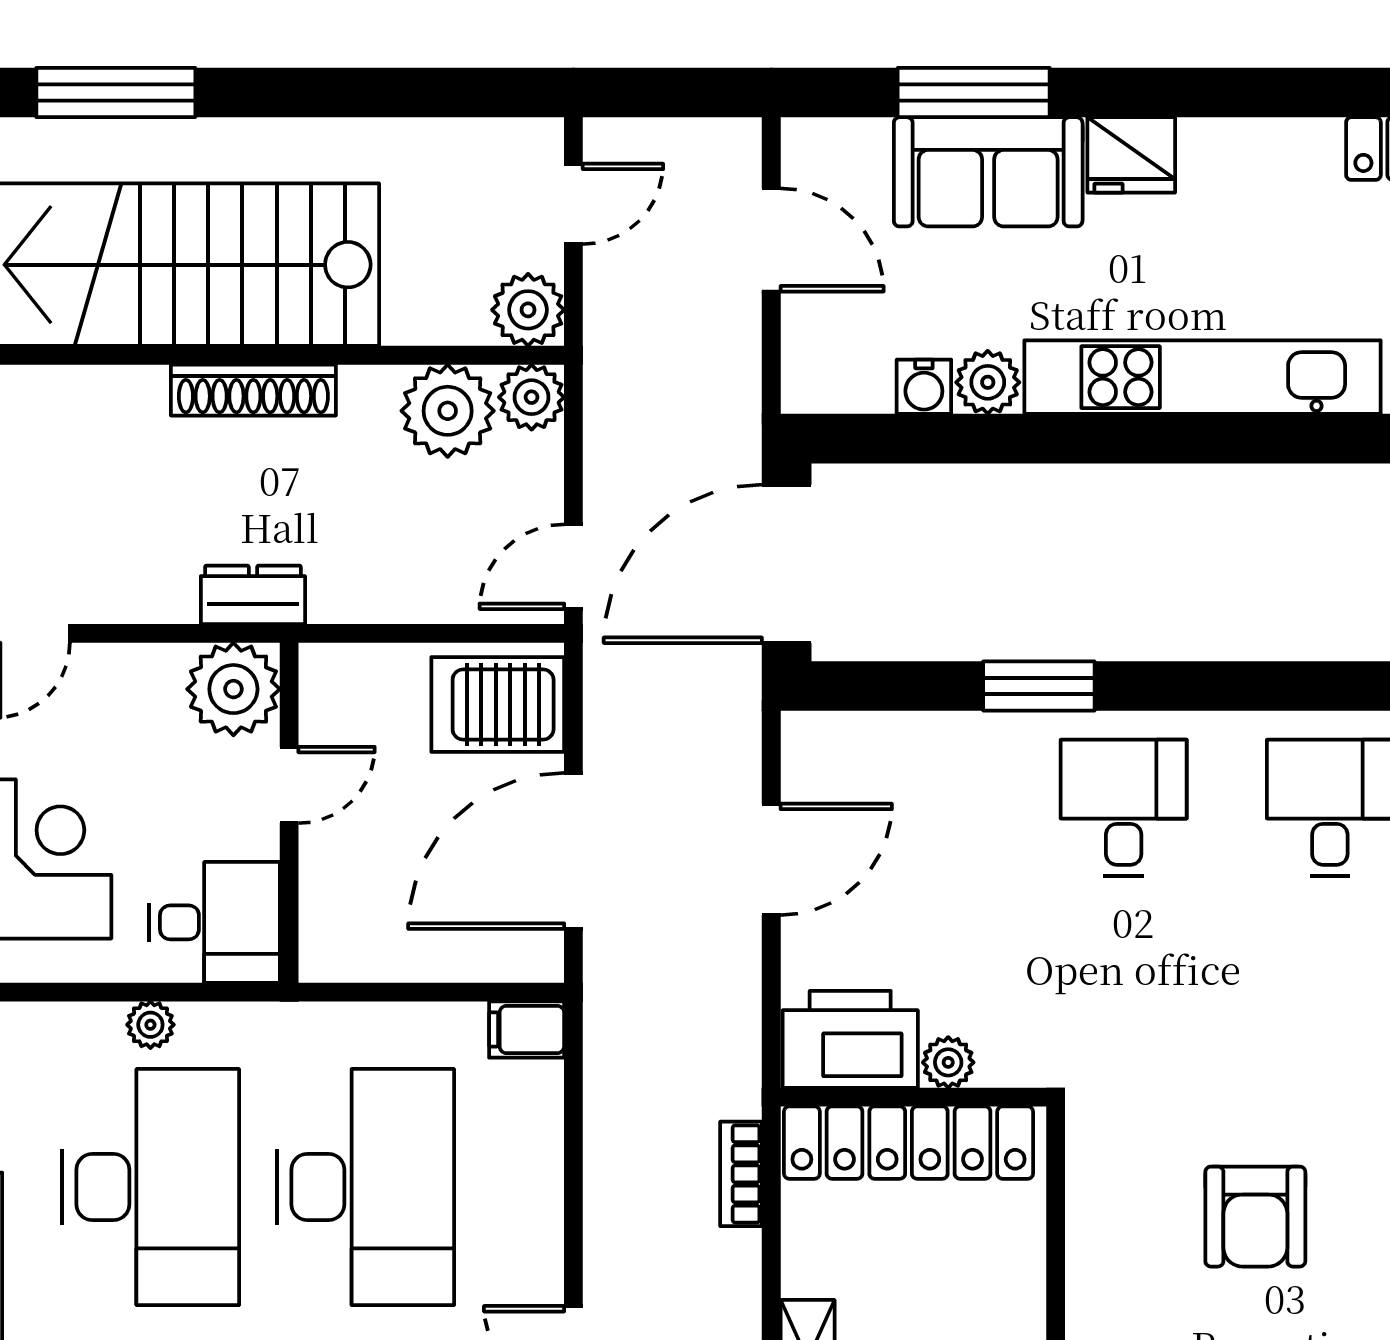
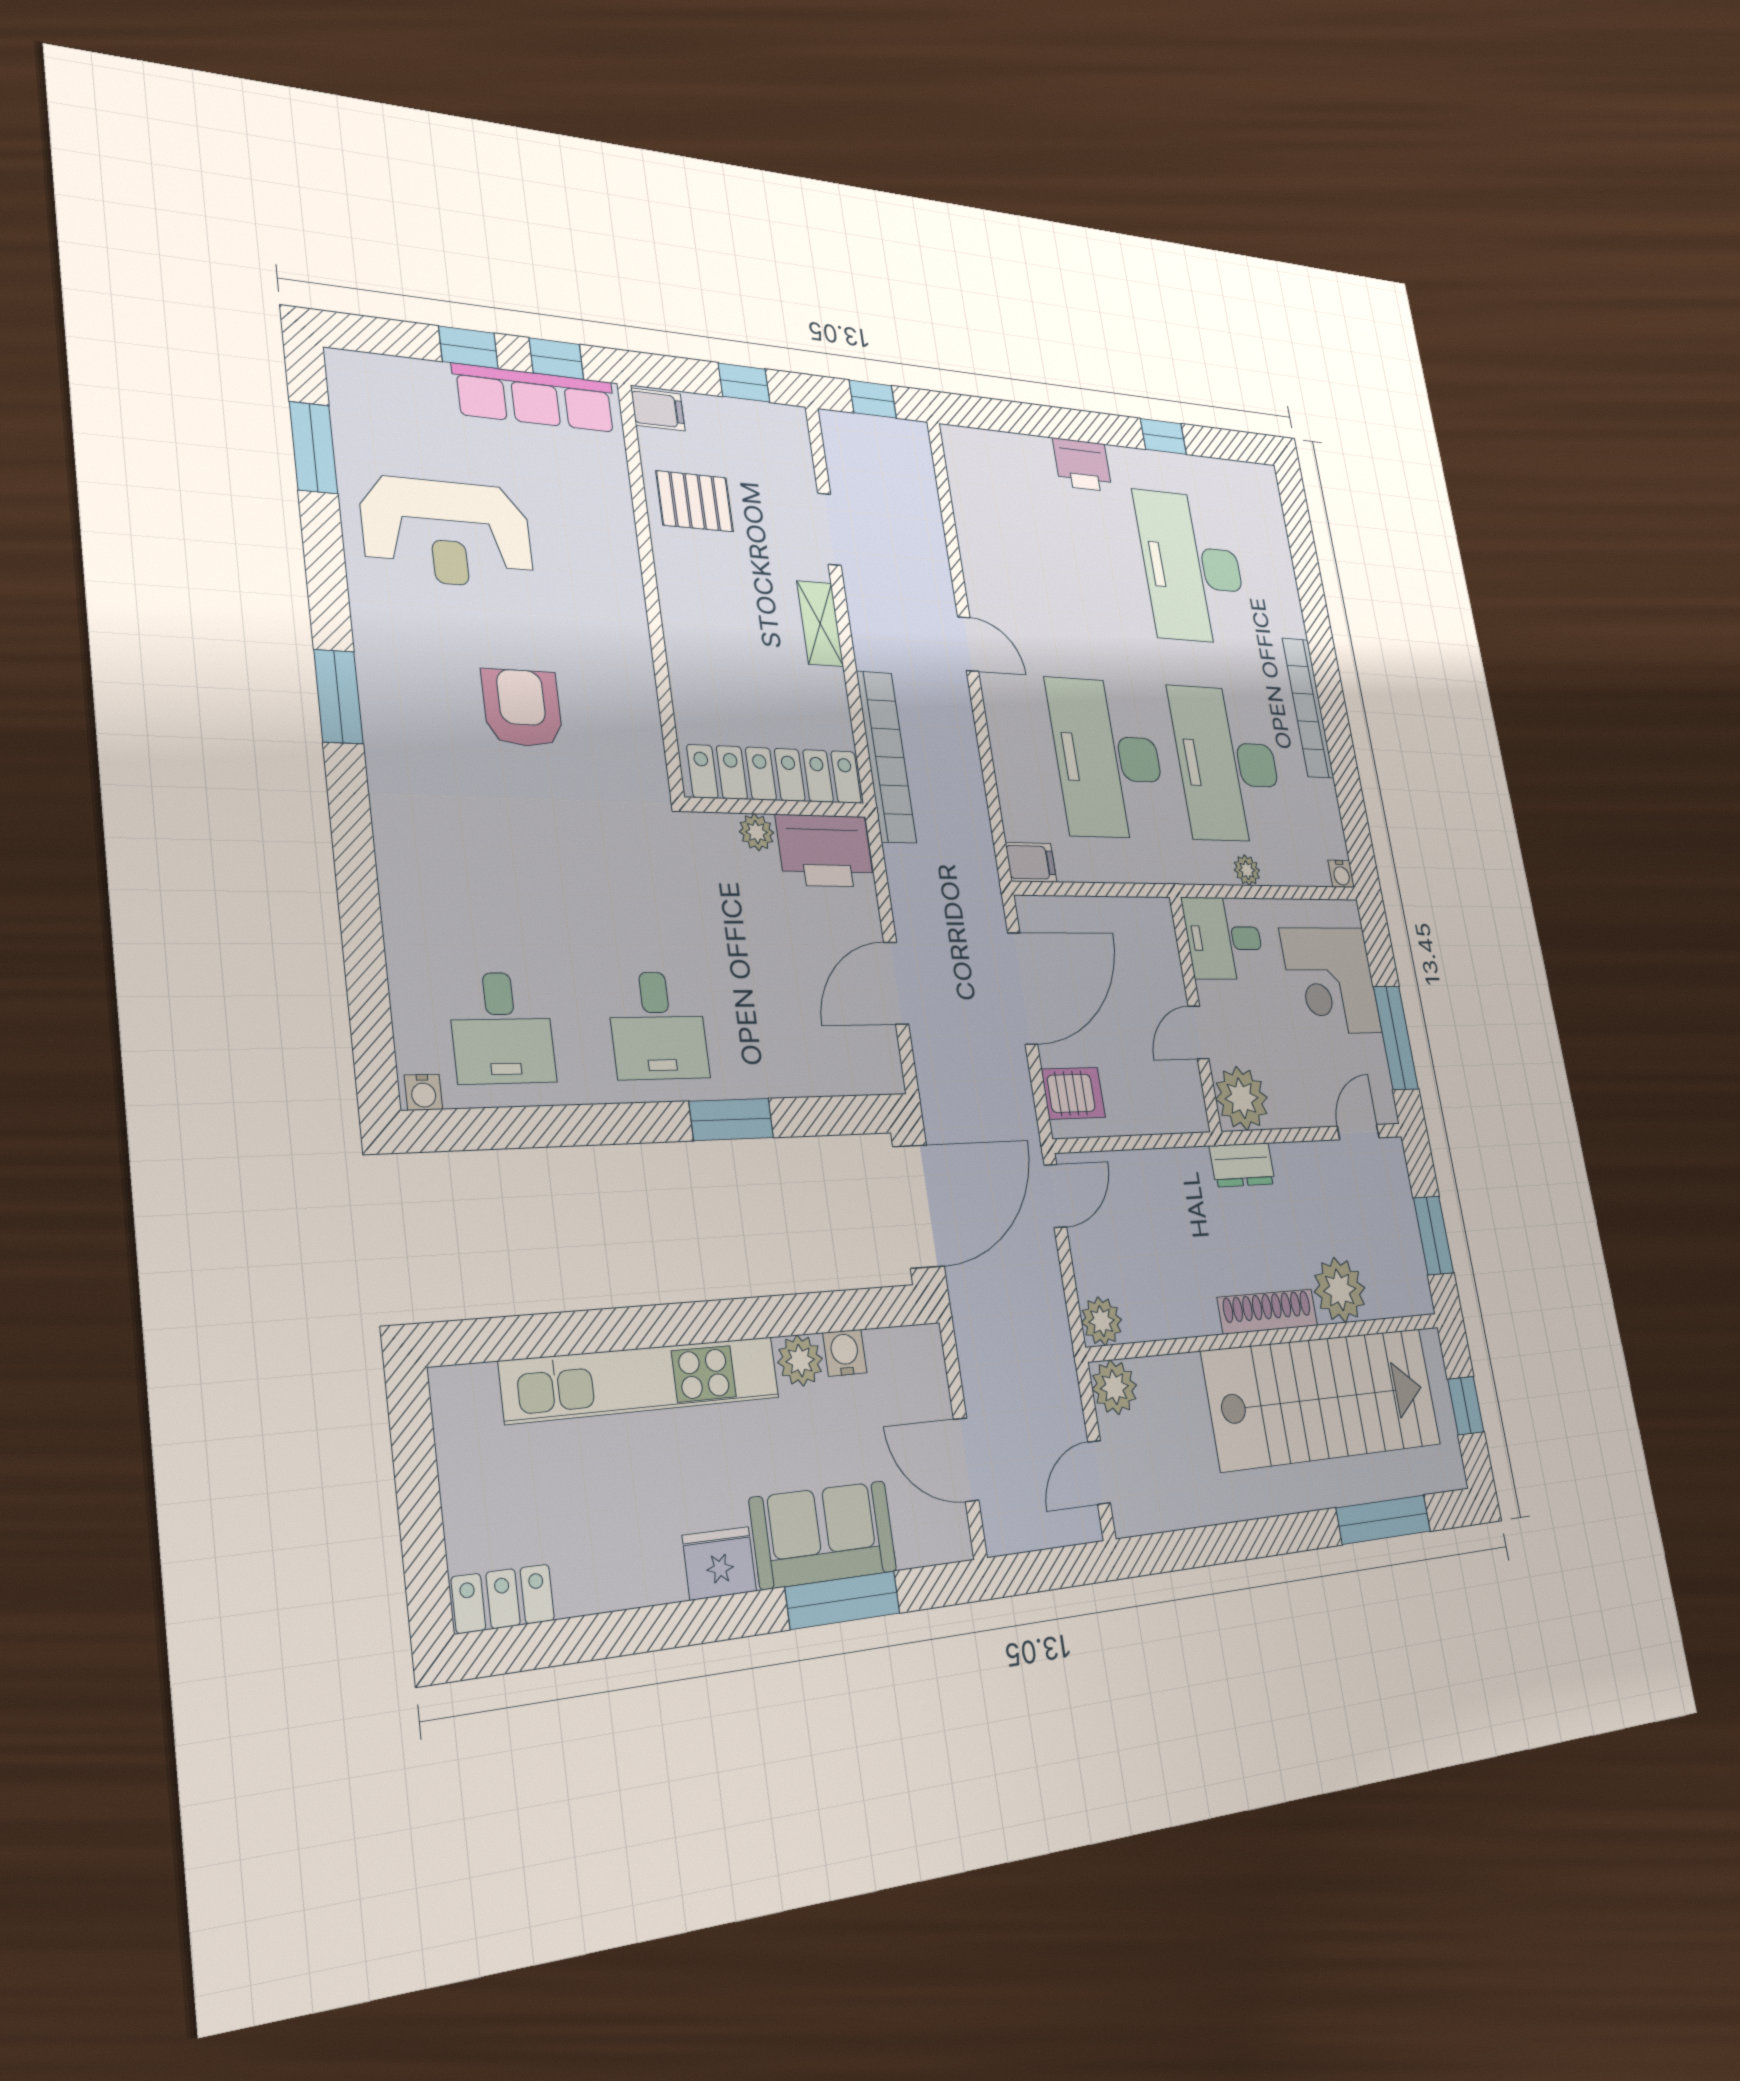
plant: (448, 411) -> (1340, 1290), moved
server rack: (498, 705) -> (1073, 1093), width x0.73, depth x0.70
bookcase: (741, 1174) -> (886, 757), width x2.31, depth x1.31

